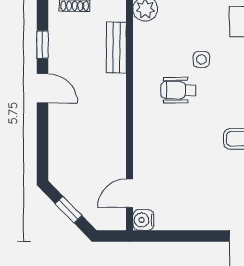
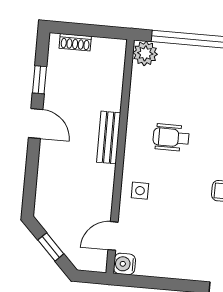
bench: (116, 48) -> (109, 137), moved
side table: (201, 59) -> (140, 191), moved

